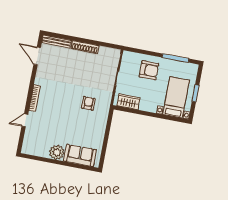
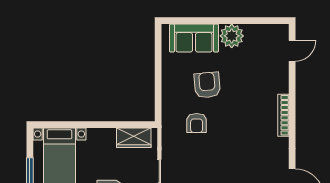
door: (25, 120) -> (292, 51), moved
armchair: (78, 125) -> (207, 85), added

